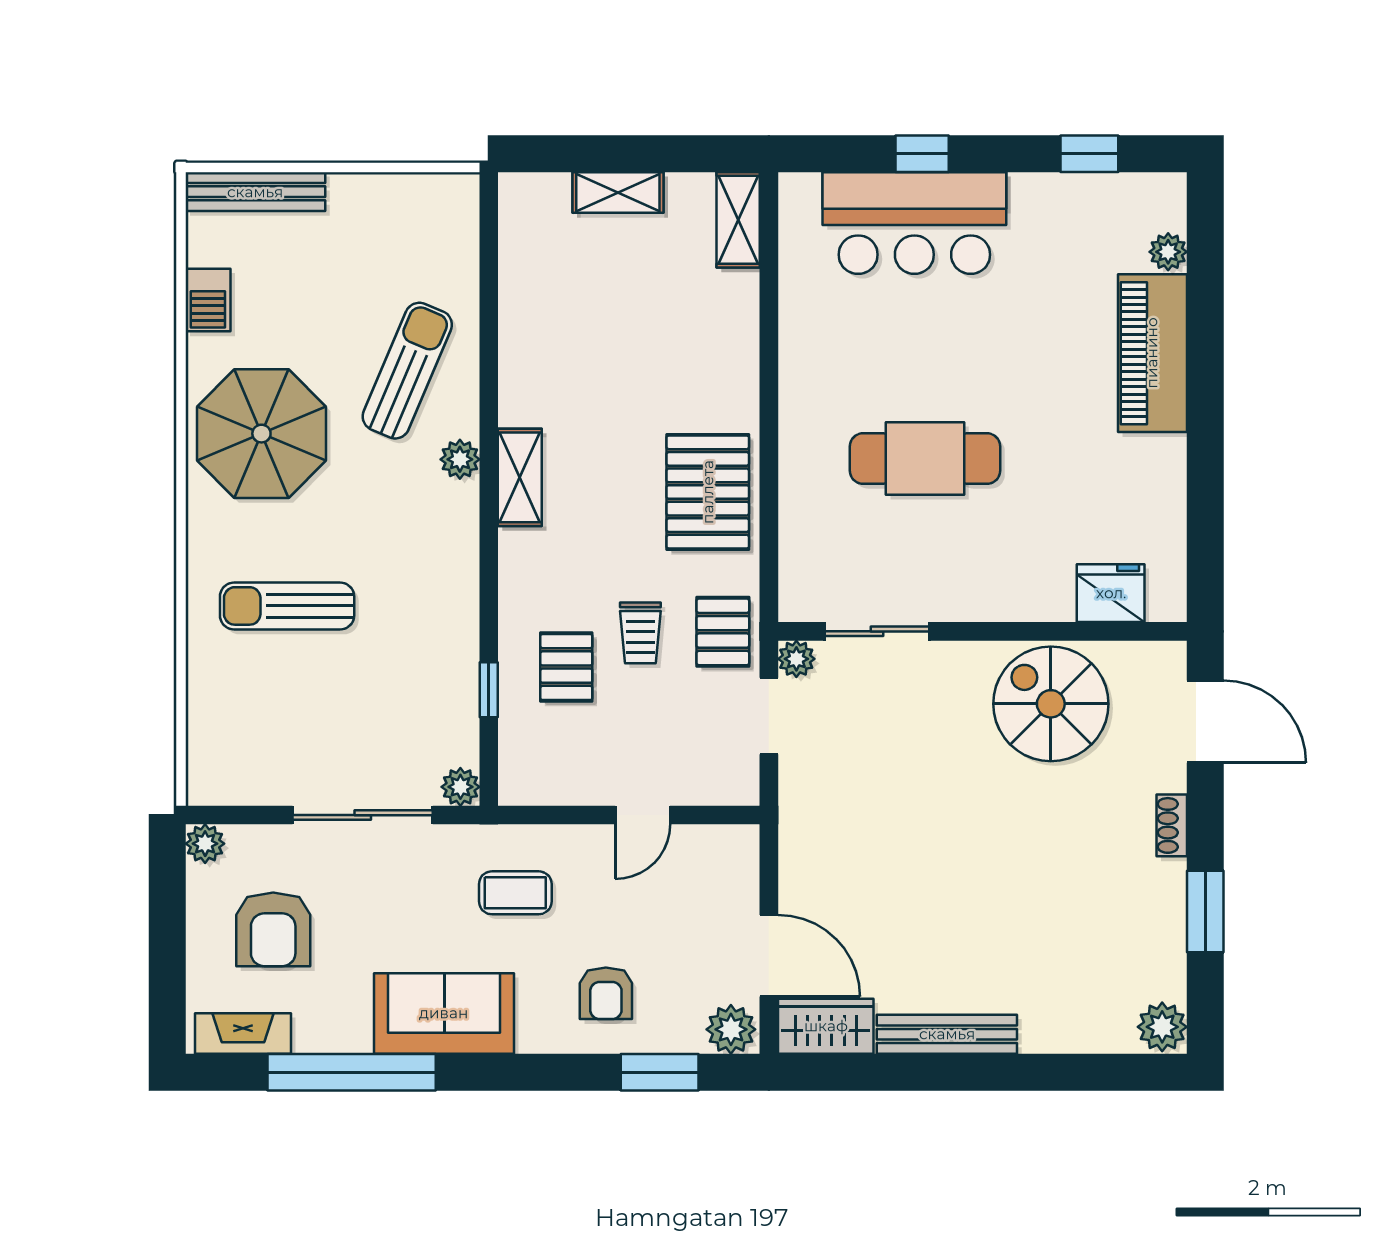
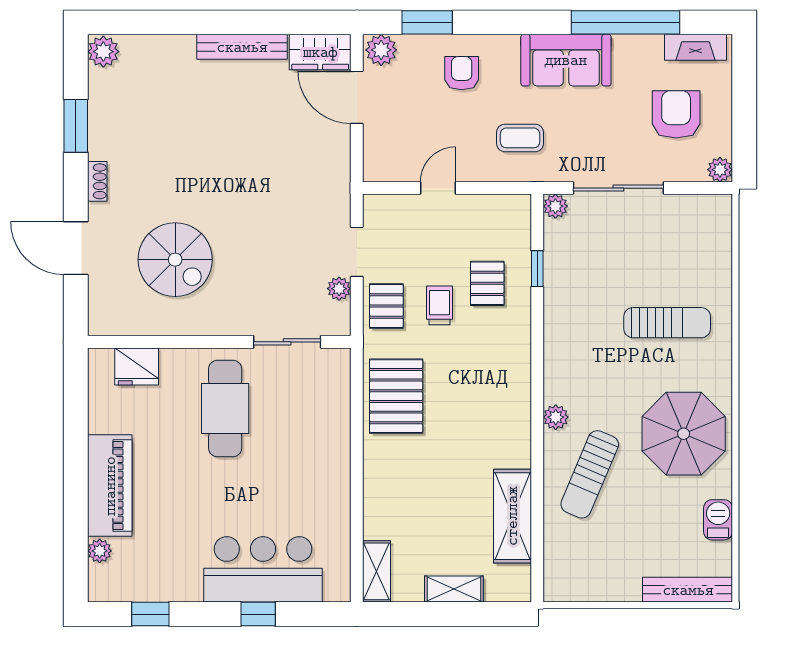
cafe table: (925, 459) -> (225, 409), moved, turned 90
shelving: (520, 477) -> (512, 516), moved, width x1.50, depth x1.33
fridge: (1111, 593) -> (137, 366), moved
sliding door: (877, 631) -> (287, 342), moved
wall: (982, 631) -> (219, 342), moved

